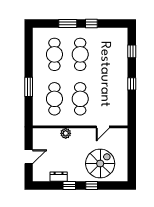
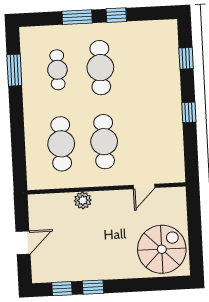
cafe table: (54, 54) -> (57, 70), width x0.73, depth x0.74
window: (29, 87) -> (14, 70), moved
spiral stairs: (100, 164) -> (162, 249), moved
dresser: (59, 177) -> (75, 273), removed
window: (92, 186) -> (62, 289), moved

